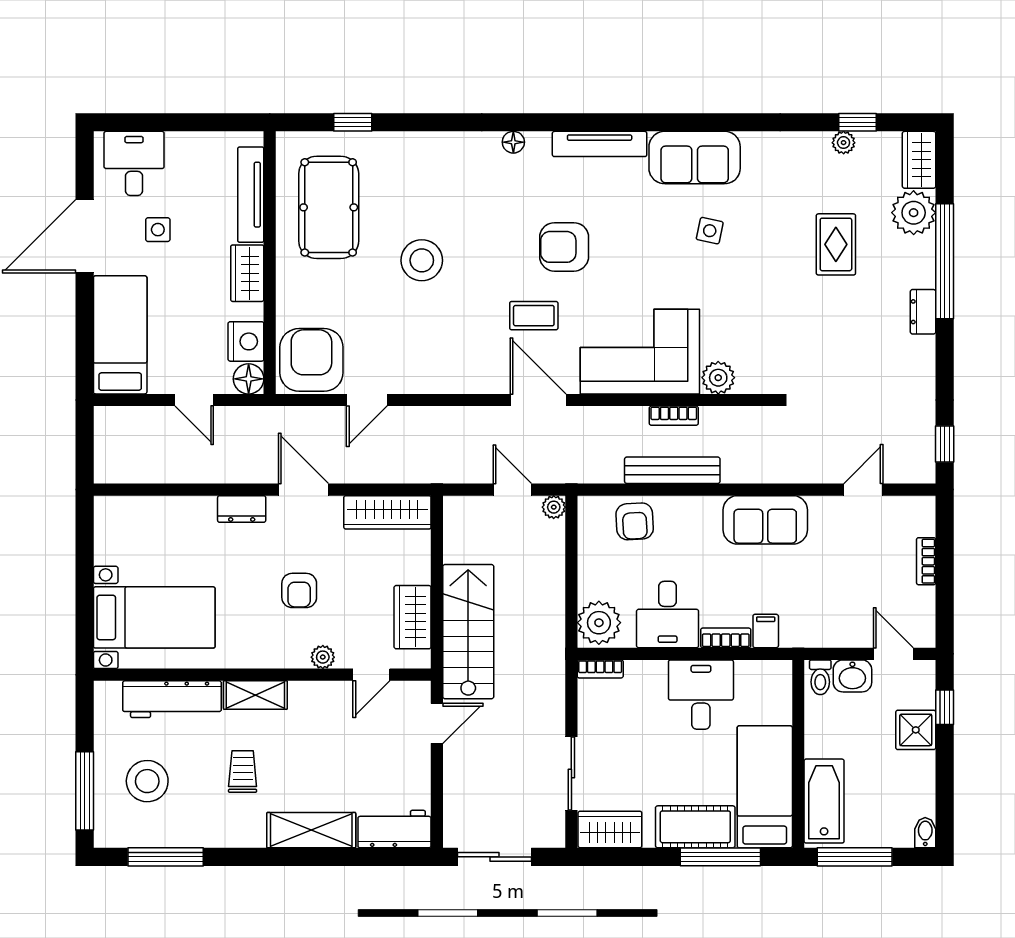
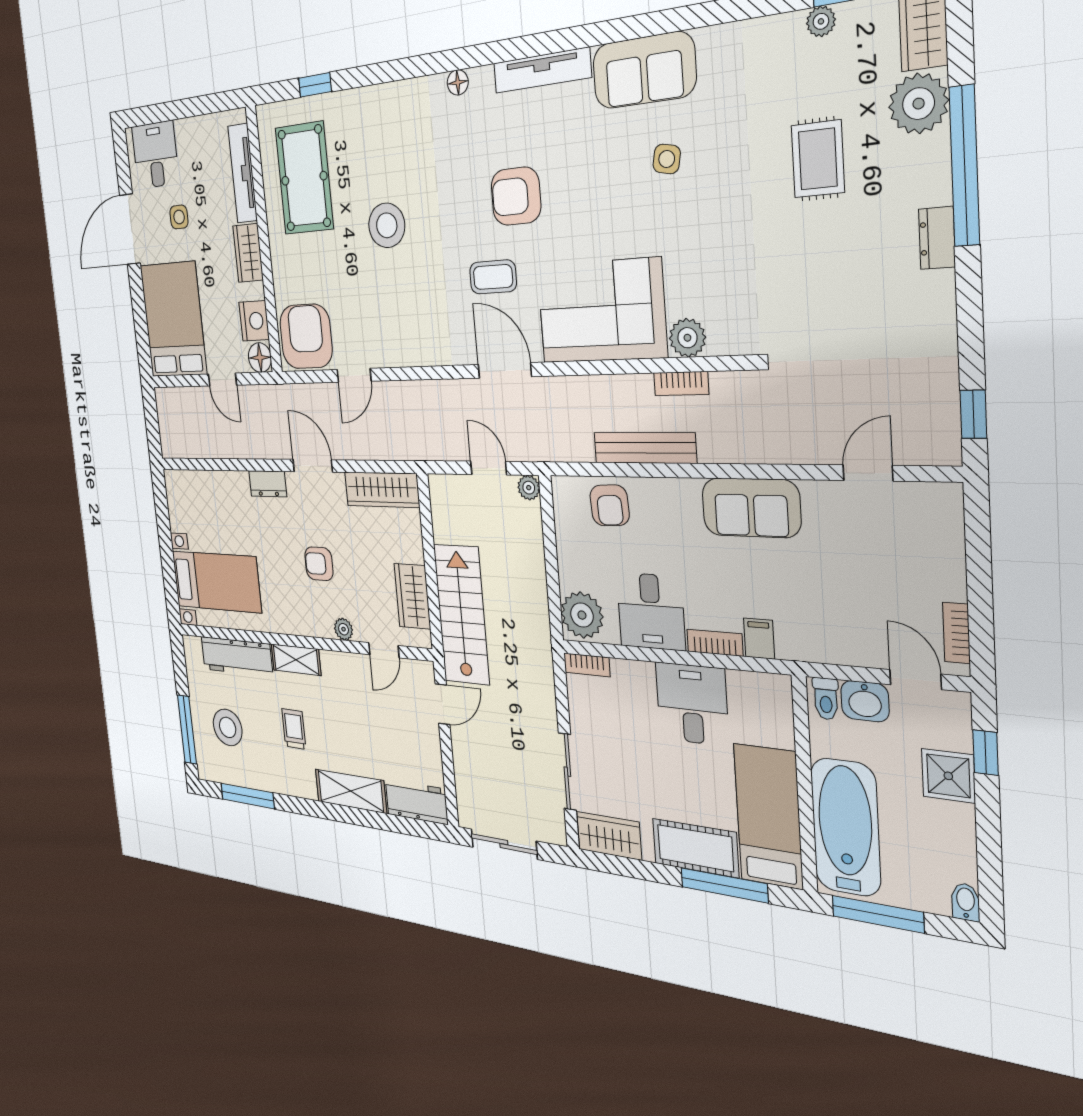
bed: (120, 335) -> (173, 320), width x1.50
bookcase: (674, 416) -> (681, 384), moved
bookcase: (926, 561) -> (956, 633), moved
armchair: (299, 590) -> (319, 564), turned 90
bathtub: (824, 801) -> (845, 827), width x1.36, depth x1.36

